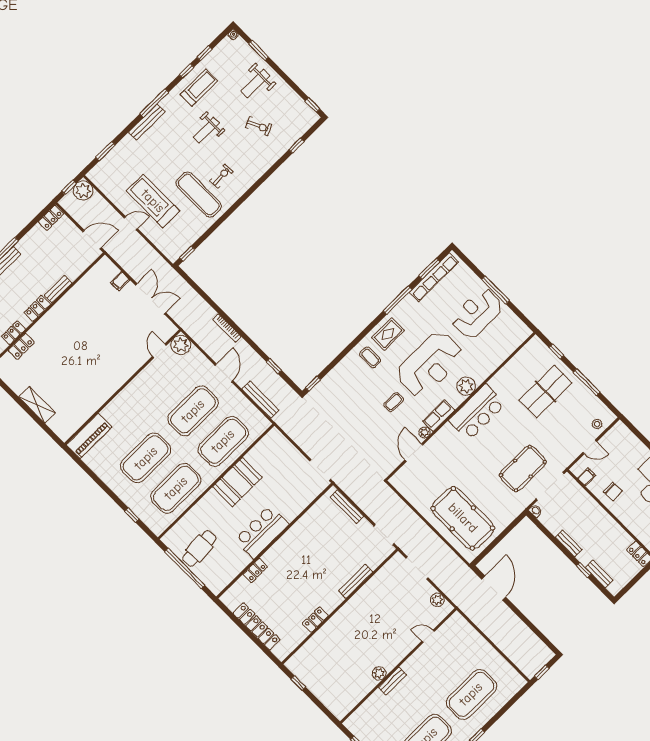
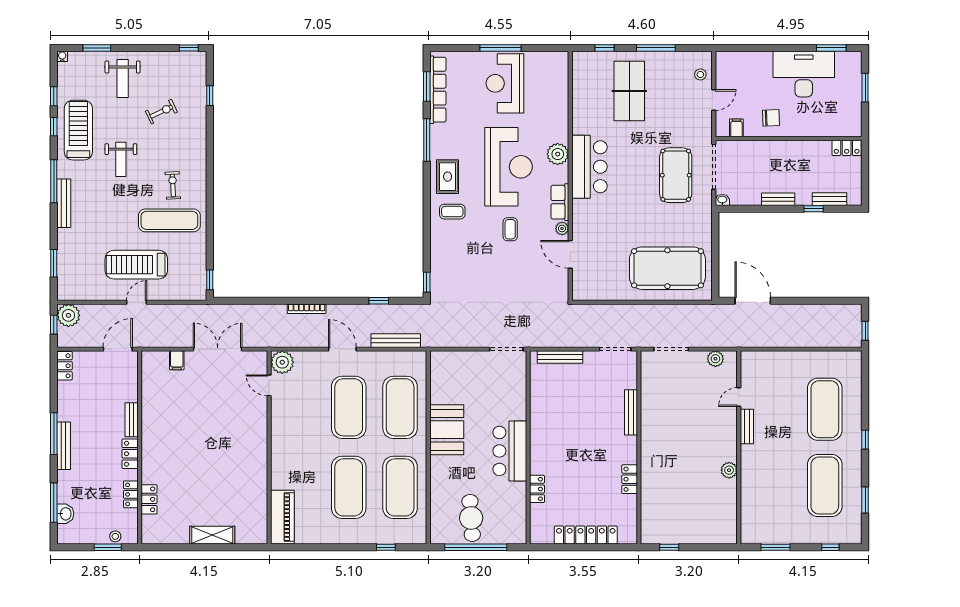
treadmill: (199, 88) -> (78, 130), width x1.37, depth x1.38
bench: (393, 681) -> (747, 427), moved

